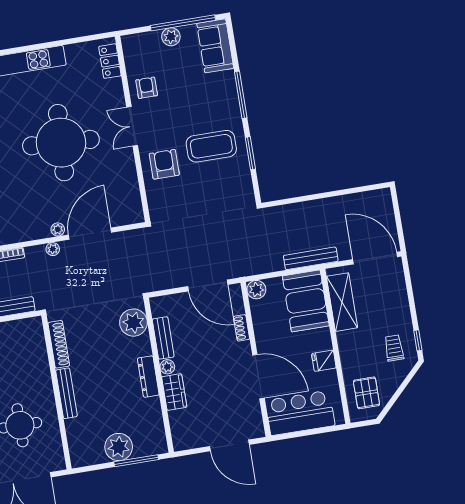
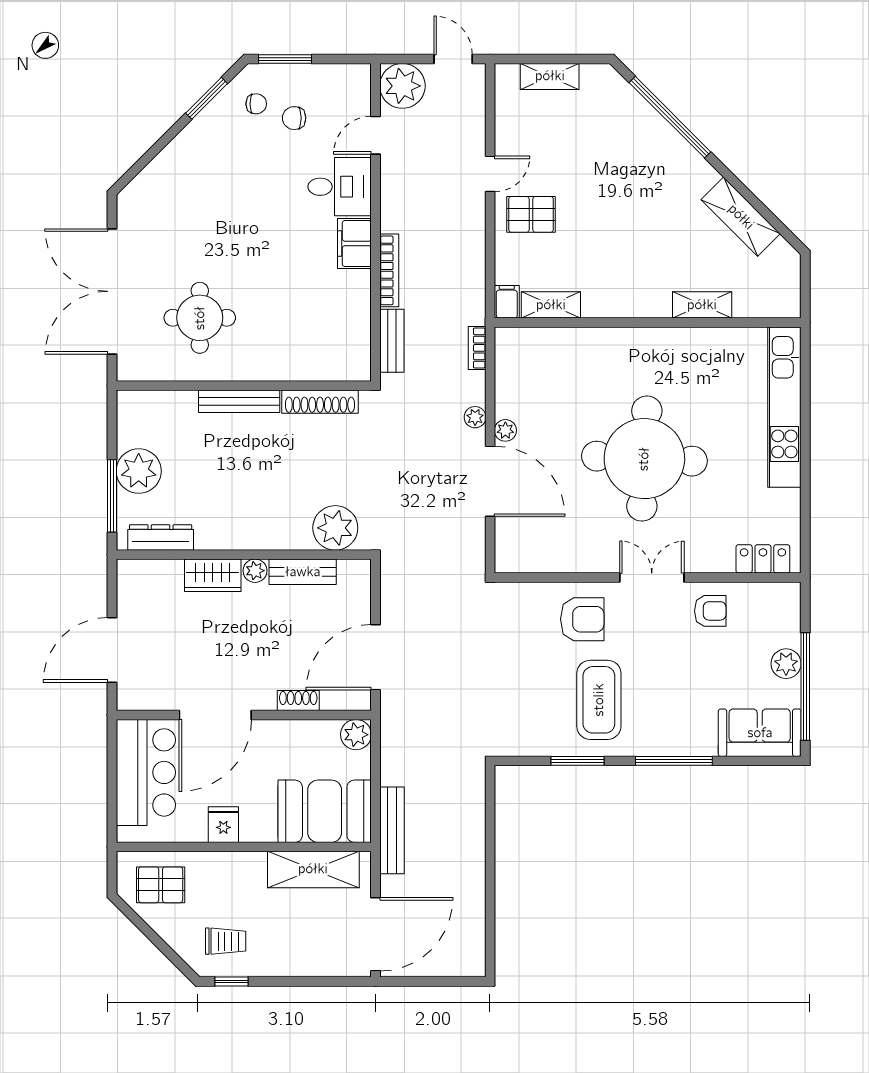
dresser: (148, 377) -> (161, 537), moved

